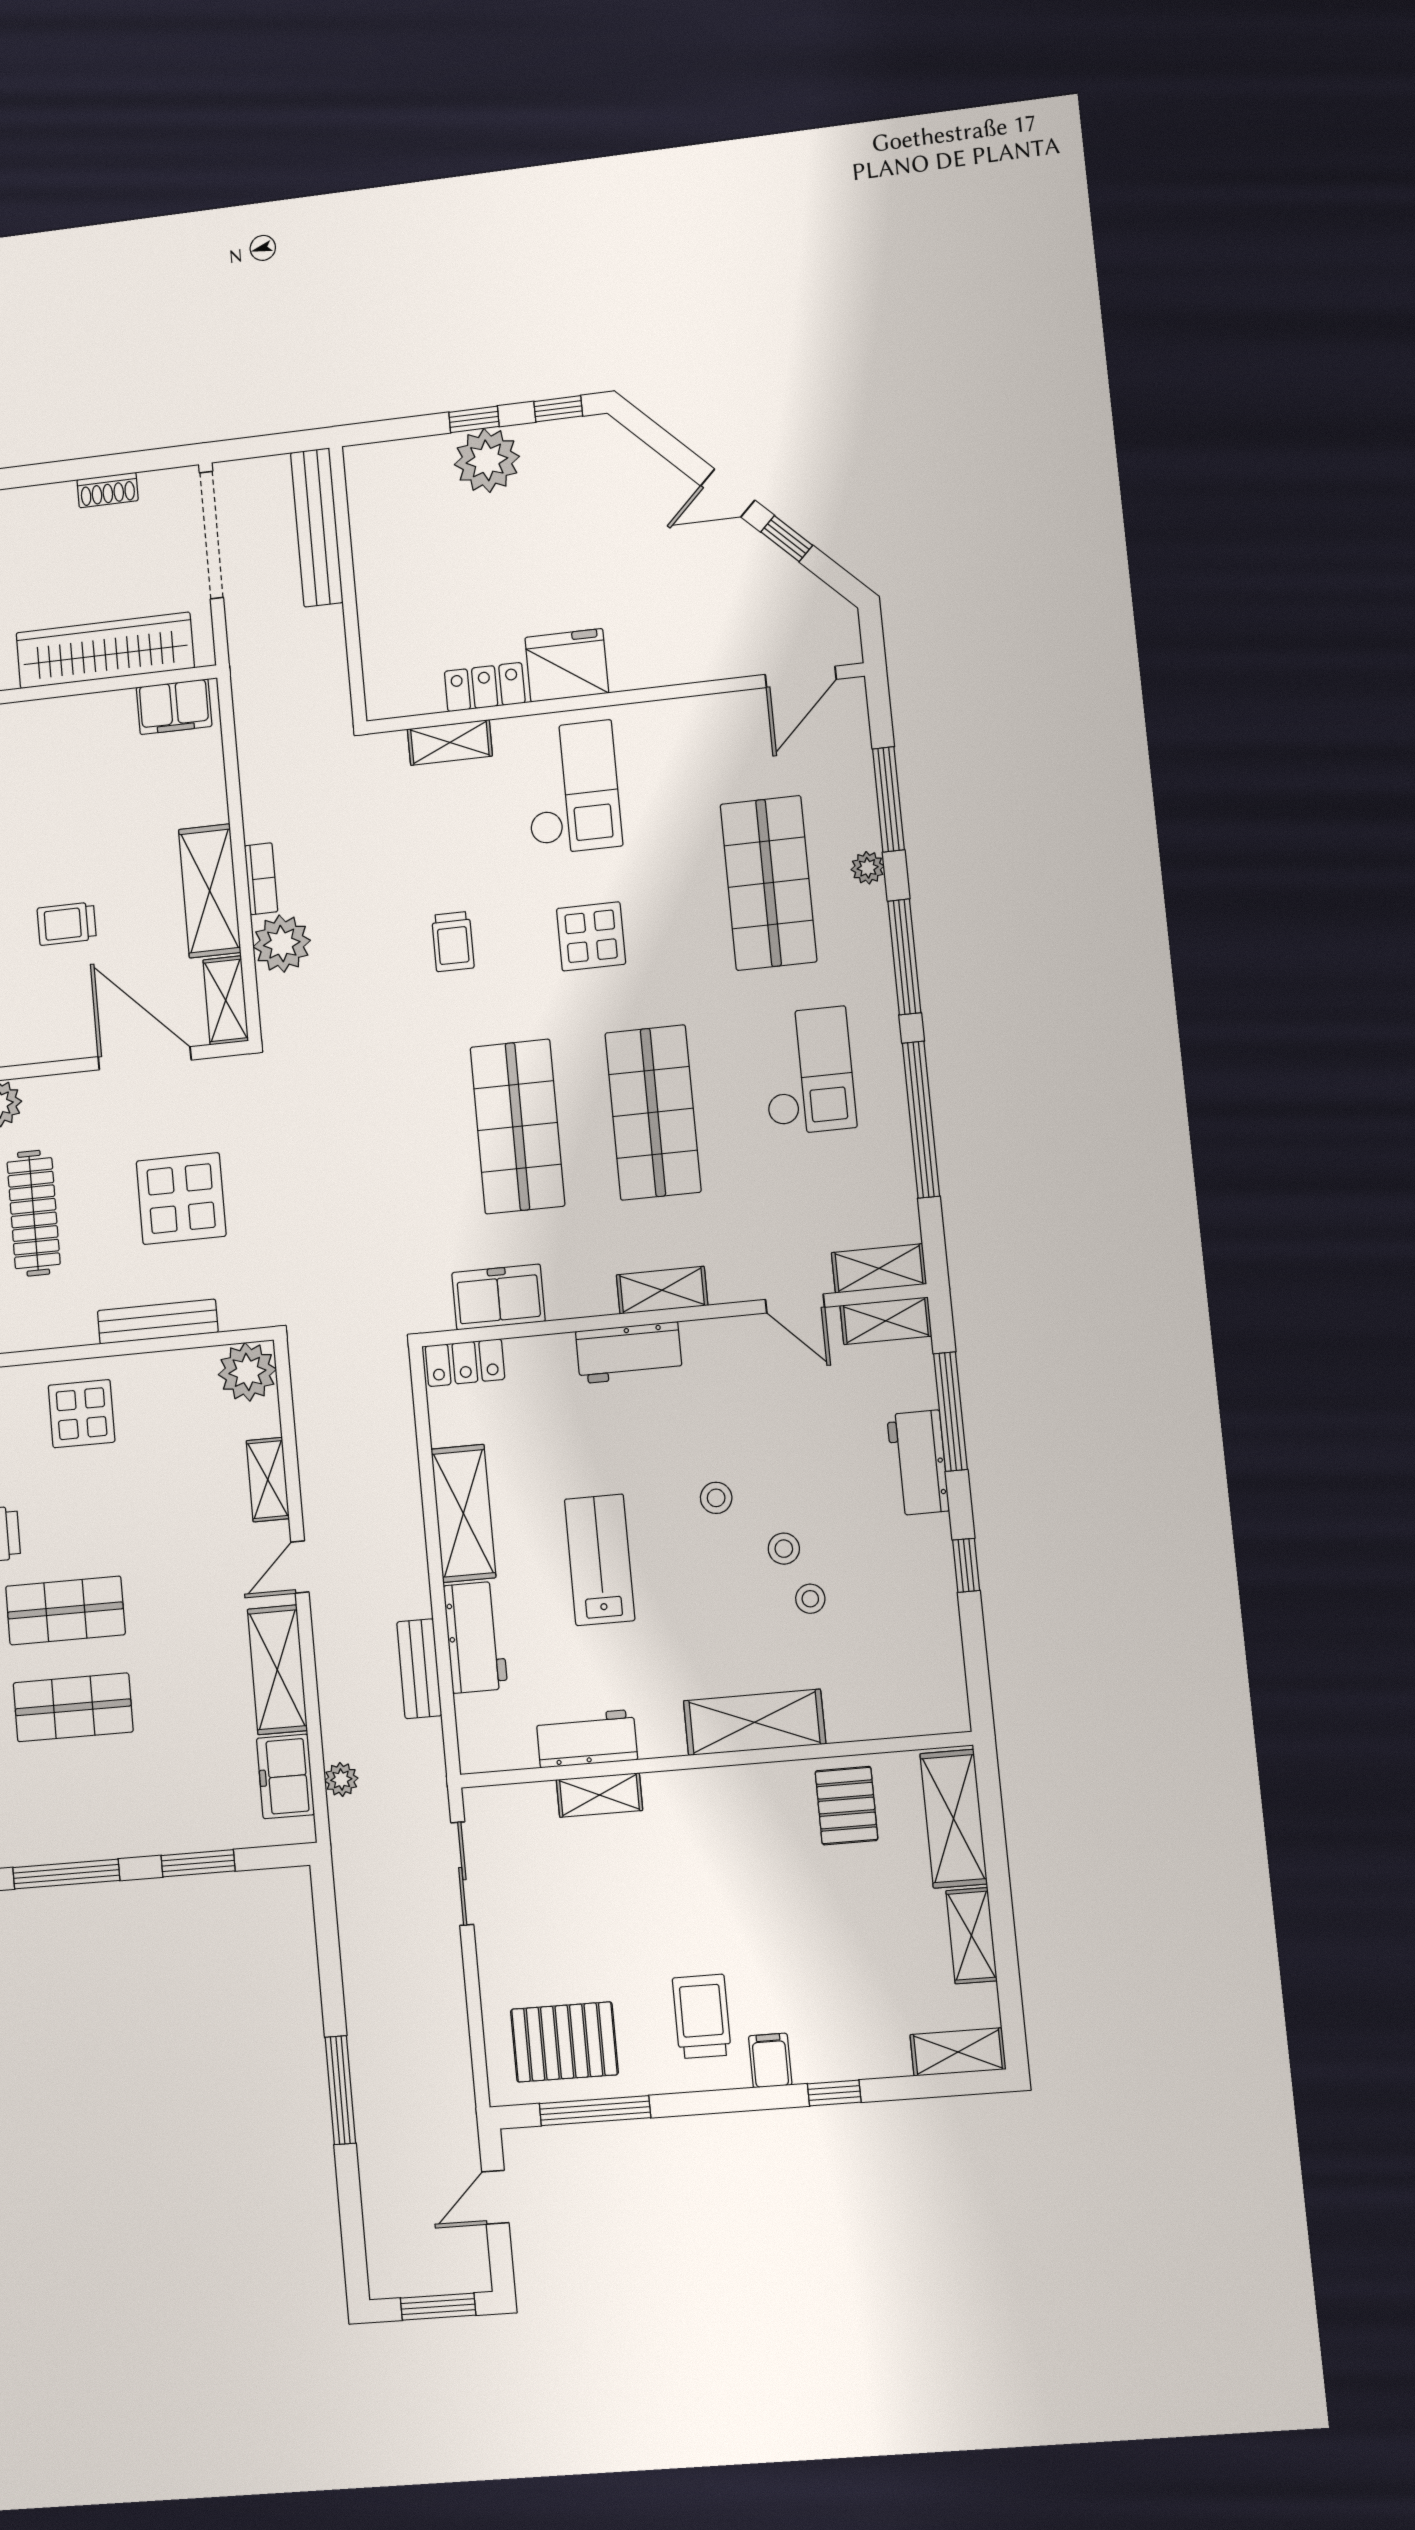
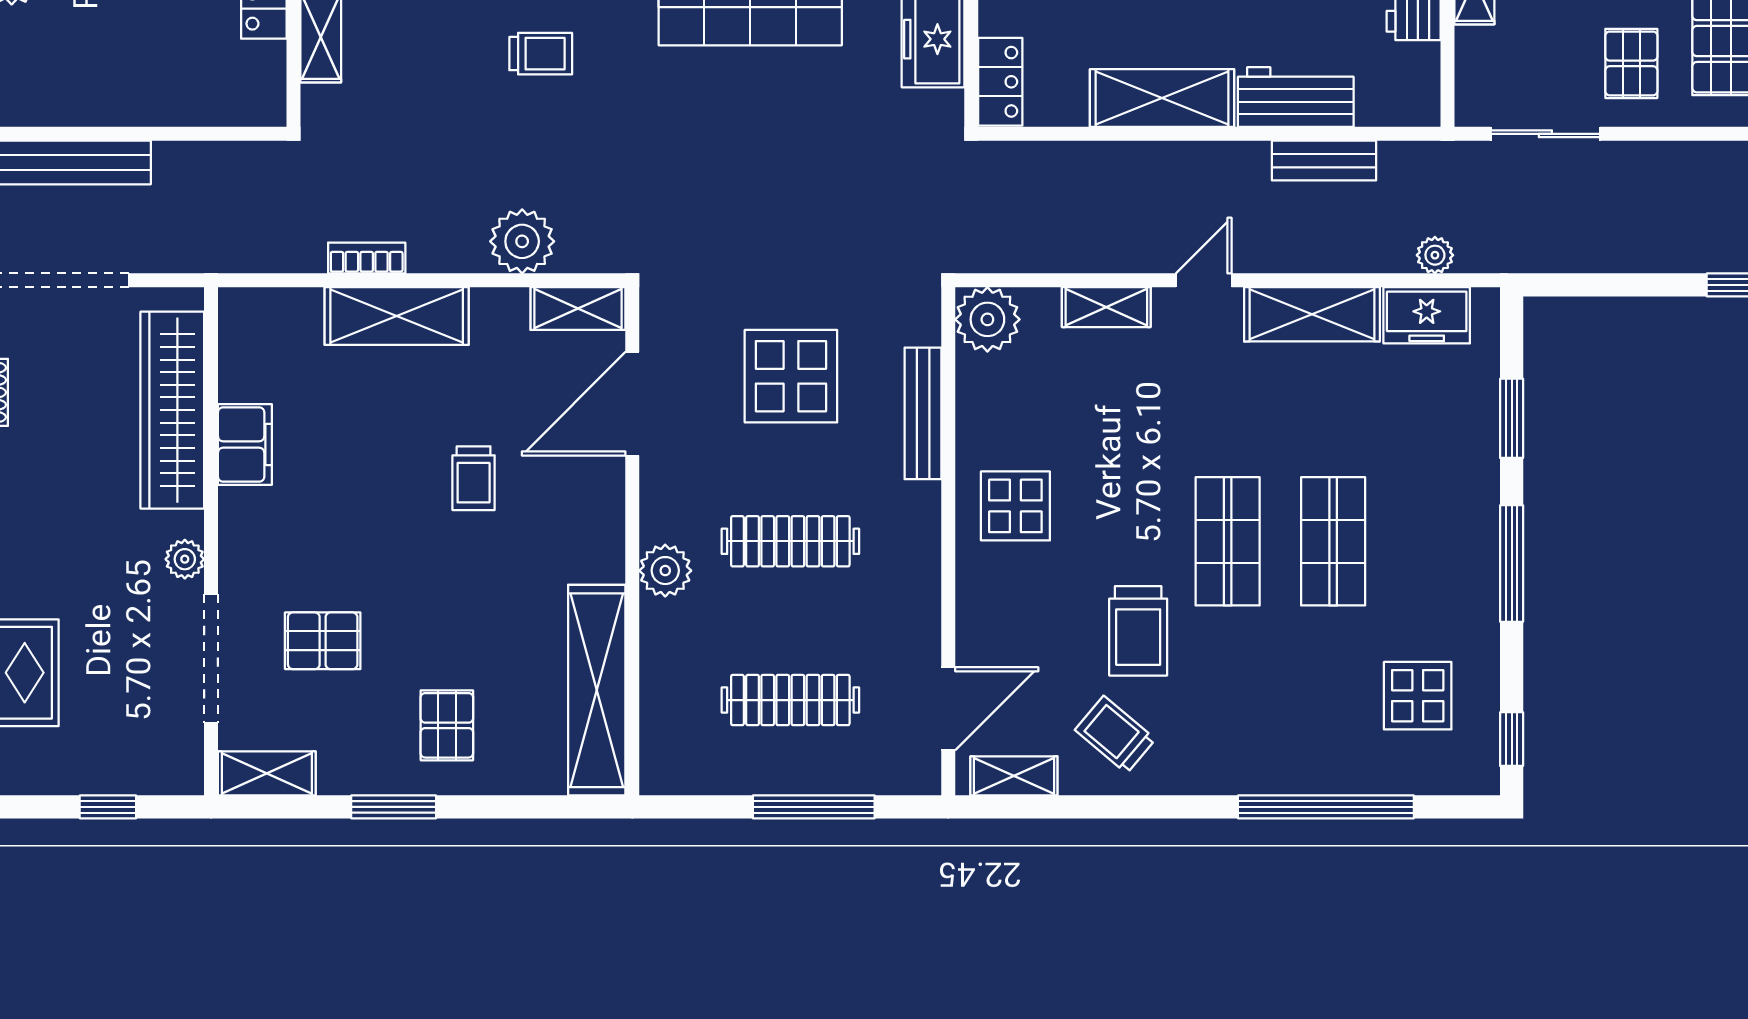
filing cabinet: (174, 707) -> (245, 444), moved
bookcase: (261, 879) -> (367, 258), moved
shelving: (210, 891) -> (397, 316), moved
door: (300, 1567) -> (1204, 280), swing flipped
pallet: (535, 1949) -> (1631, 63), added

